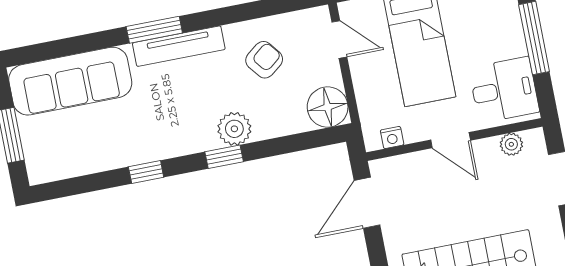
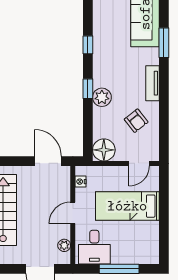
window: (154, 30) -> (164, 43), moved
tv unit: (179, 46) -> (153, 83), width x0.71

